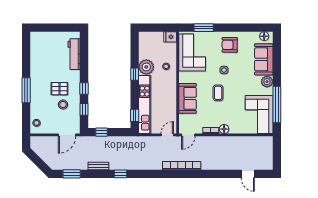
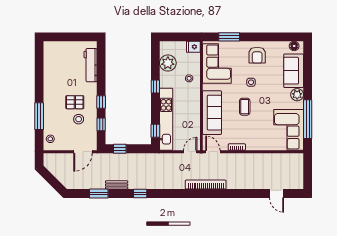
armchair: (230, 45) -> (257, 55), turned -90
plant: (146, 67) -> (168, 63), moved
window: (26, 90) -> (39, 116), moved
sofa: (187, 98) -> (212, 113), width x1.36
floor lamp: (224, 129) -> (251, 145), removed
door: (188, 135) -> (213, 152), swing flipped
window: (72, 174) -> (99, 193), moved

